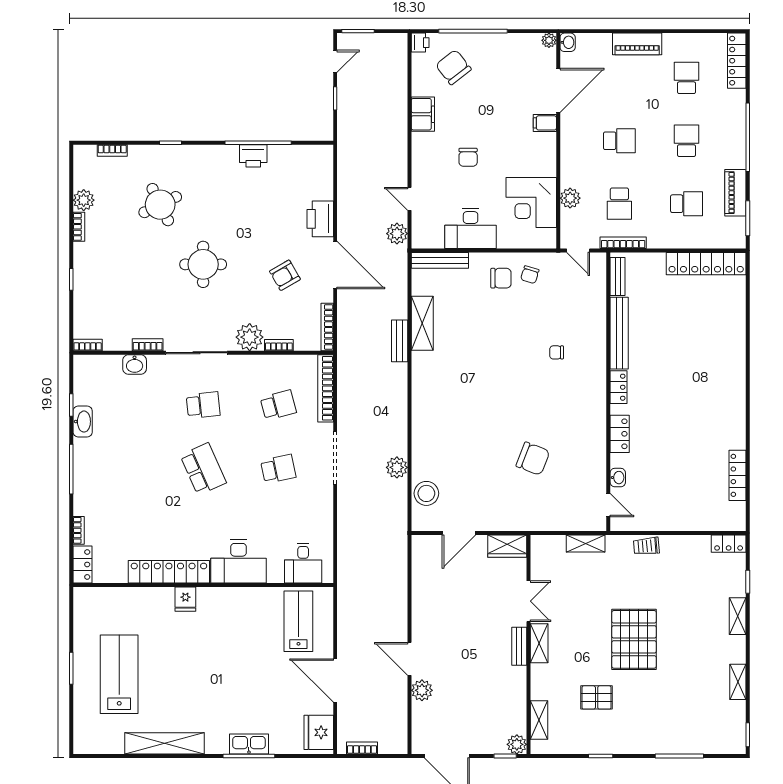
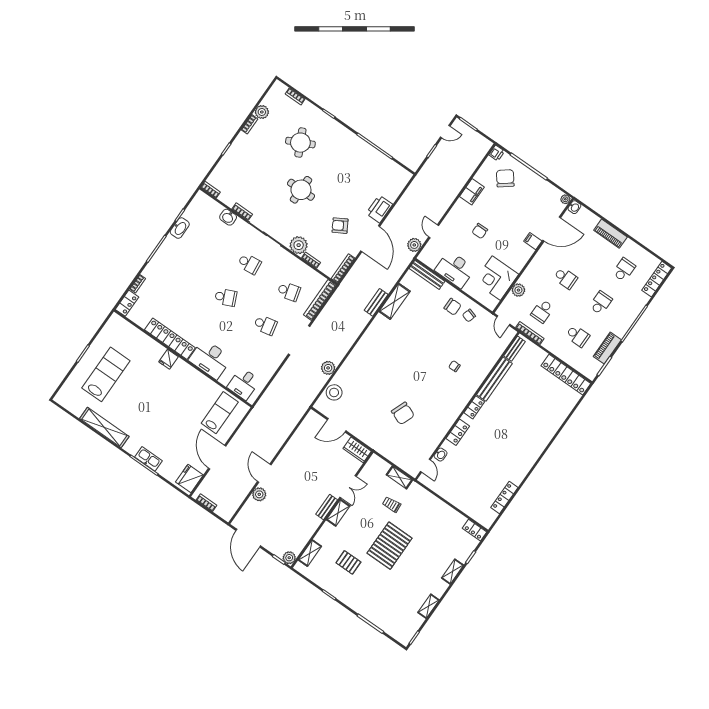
printer: (253, 156) -> (367, 151), removed
school desk: (203, 469) -> (226, 297), width x0.54
trolley: (646, 546) -> (392, 504), moved

